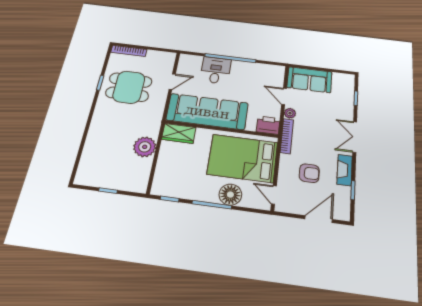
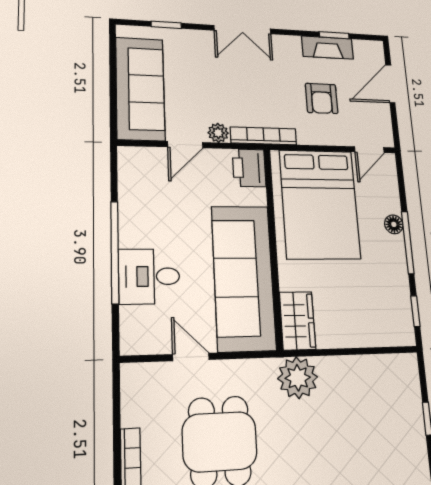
sofa: (309, 80) -> (140, 89), width x1.36
plant: (145, 147) -> (298, 378), moved
fireplace: (345, 170) -> (328, 48), moved
armchair: (309, 173) -> (322, 98), turned 180
floor lamp: (230, 195) -> (394, 224), width x0.53, depth x0.53
door: (319, 219) -> (390, 84), hinge flipped

